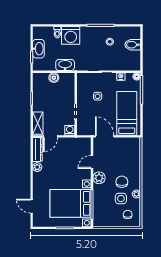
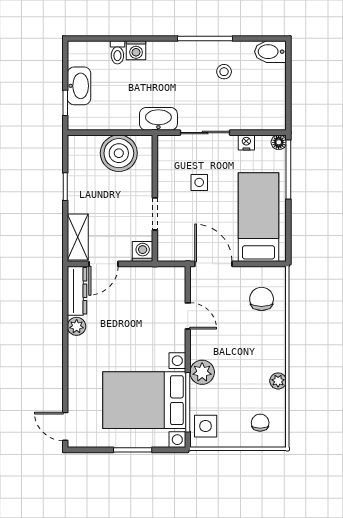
washing machine: (71, 35) -> (136, 50), width x0.53, depth x0.53
bidet: (133, 45) -> (270, 52), moved
washbasin: (65, 65) -> (158, 119), moved
boiler: (54, 78) -> (119, 153), width x1.86, depth x1.86
door: (92, 162) -> (188, 316), swing flipped
plant: (99, 178) -> (202, 372), moved
chair: (122, 182) -> (262, 299), moved
side table: (121, 199) -> (206, 426), moved
door: (32, 206) -> (65, 426), moved

